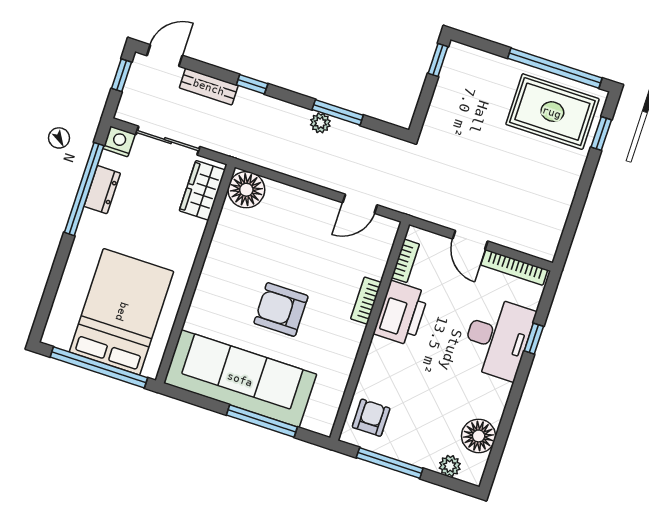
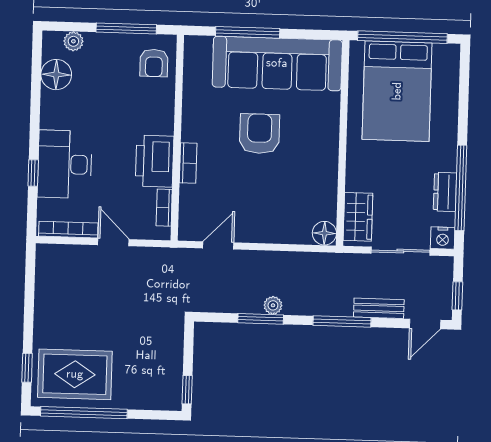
window: (252, 84) -> (342, 321), width x2.17
floor lamp: (246, 190) -> (324, 233), width x0.73, depth x0.73
armchair: (281, 310) -> (260, 134), turned -90

